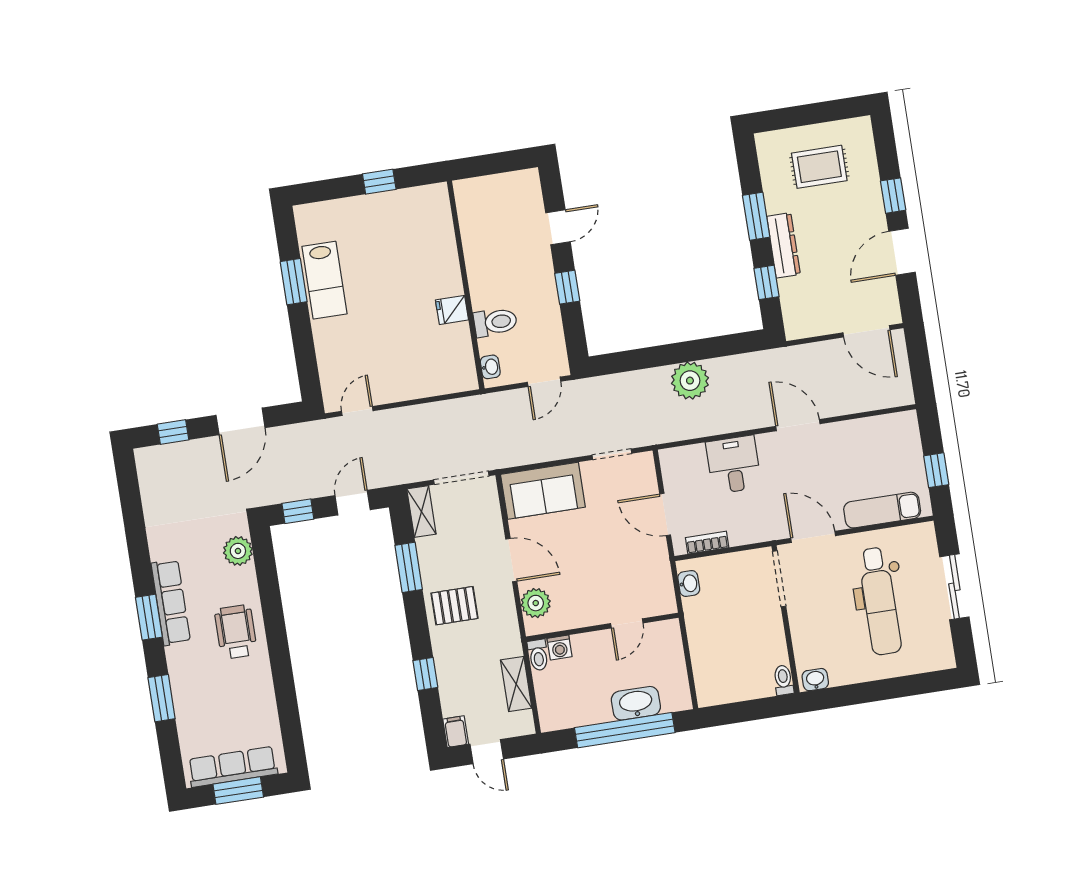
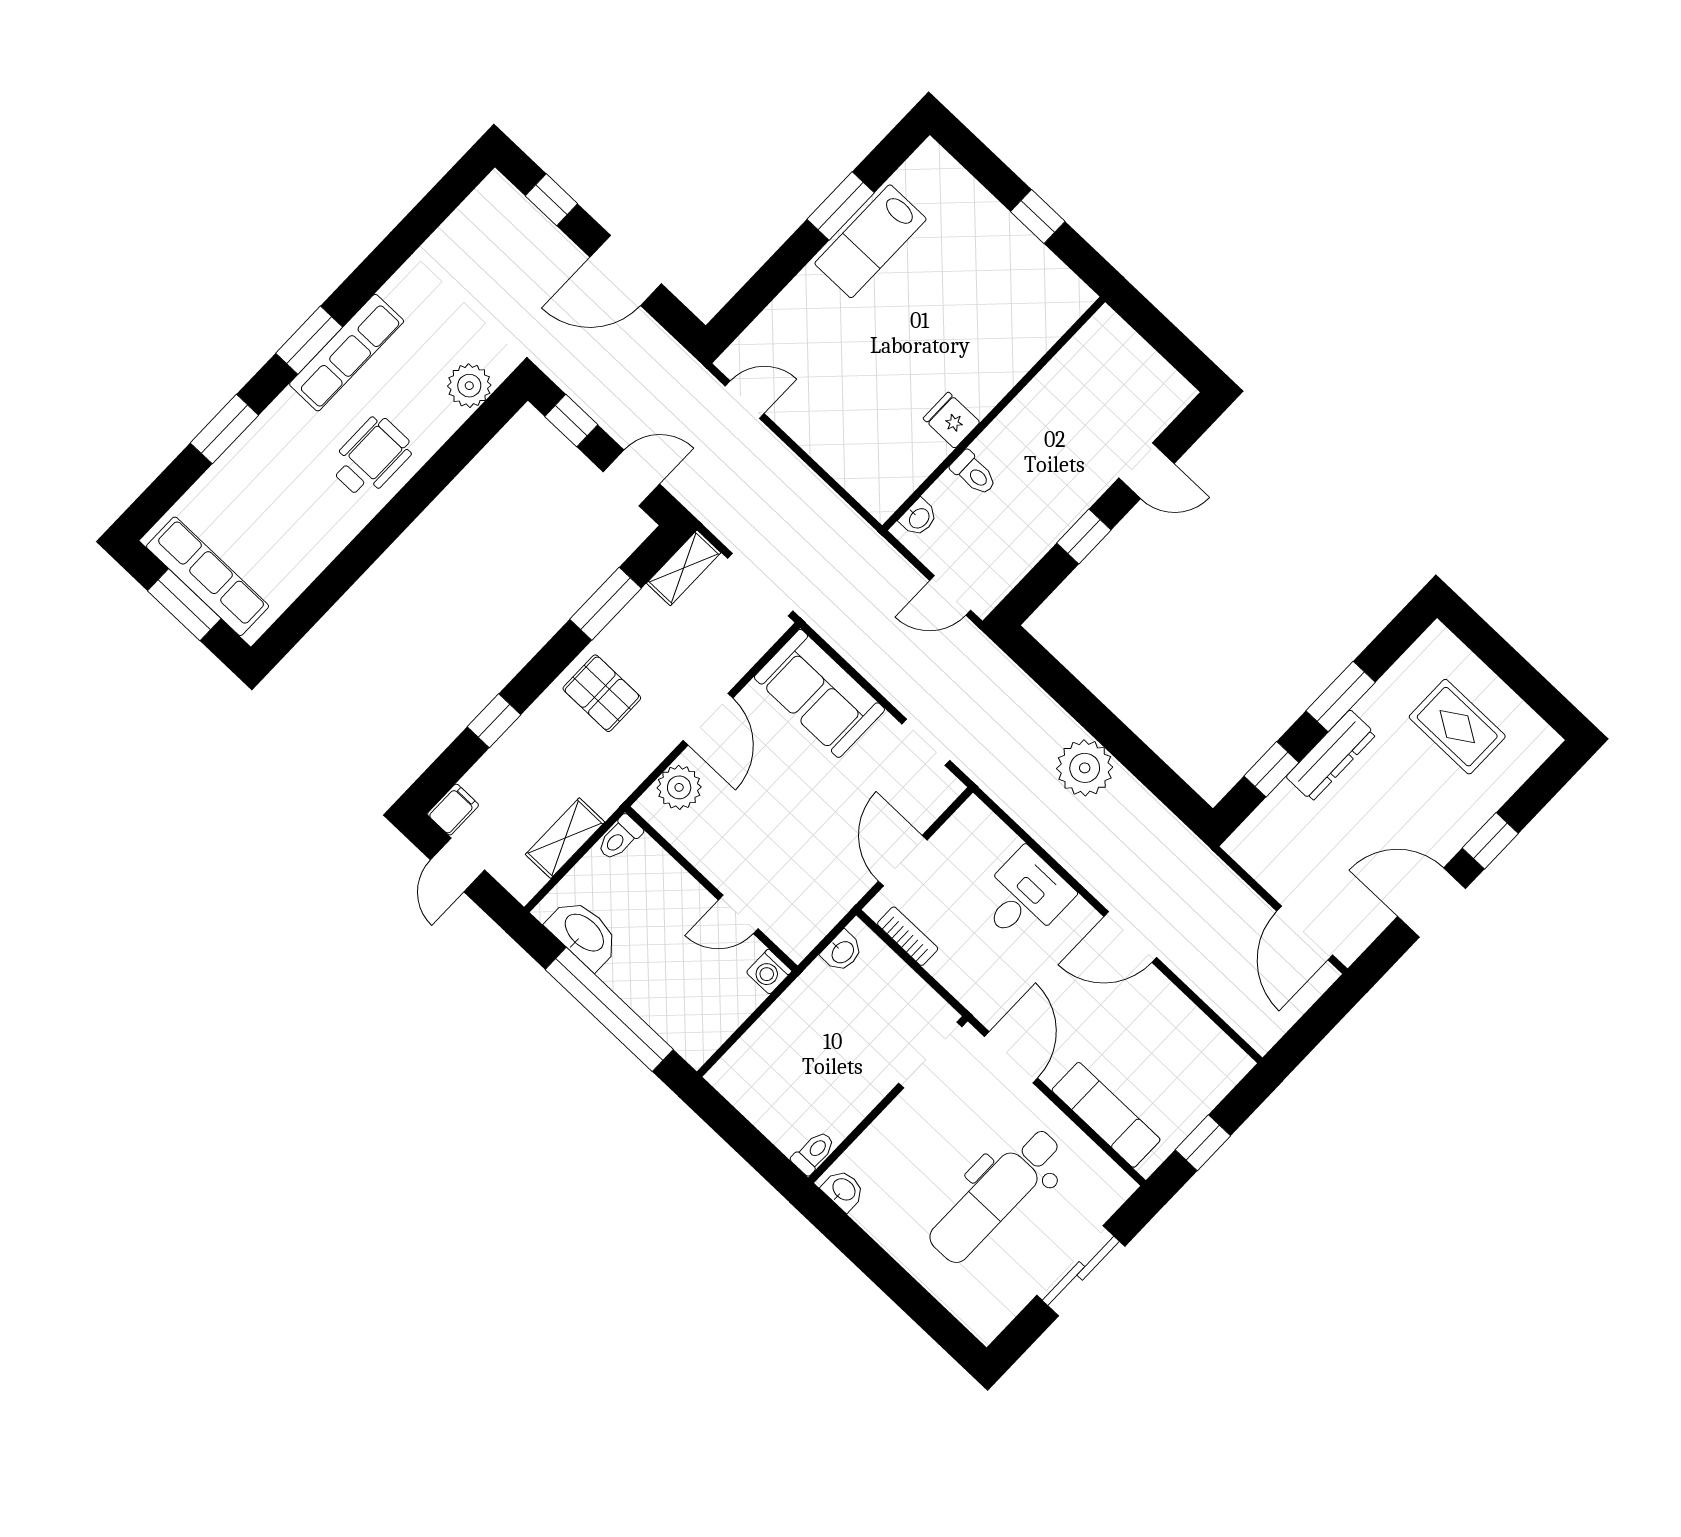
toilet: (495, 322) -> (974, 473), width x0.73, depth x0.72
door: (798, 425) -> (1130, 937), swing flipped
washing machine: (560, 648) -> (769, 972), moved
washbasin: (636, 703) -> (583, 933), moved

